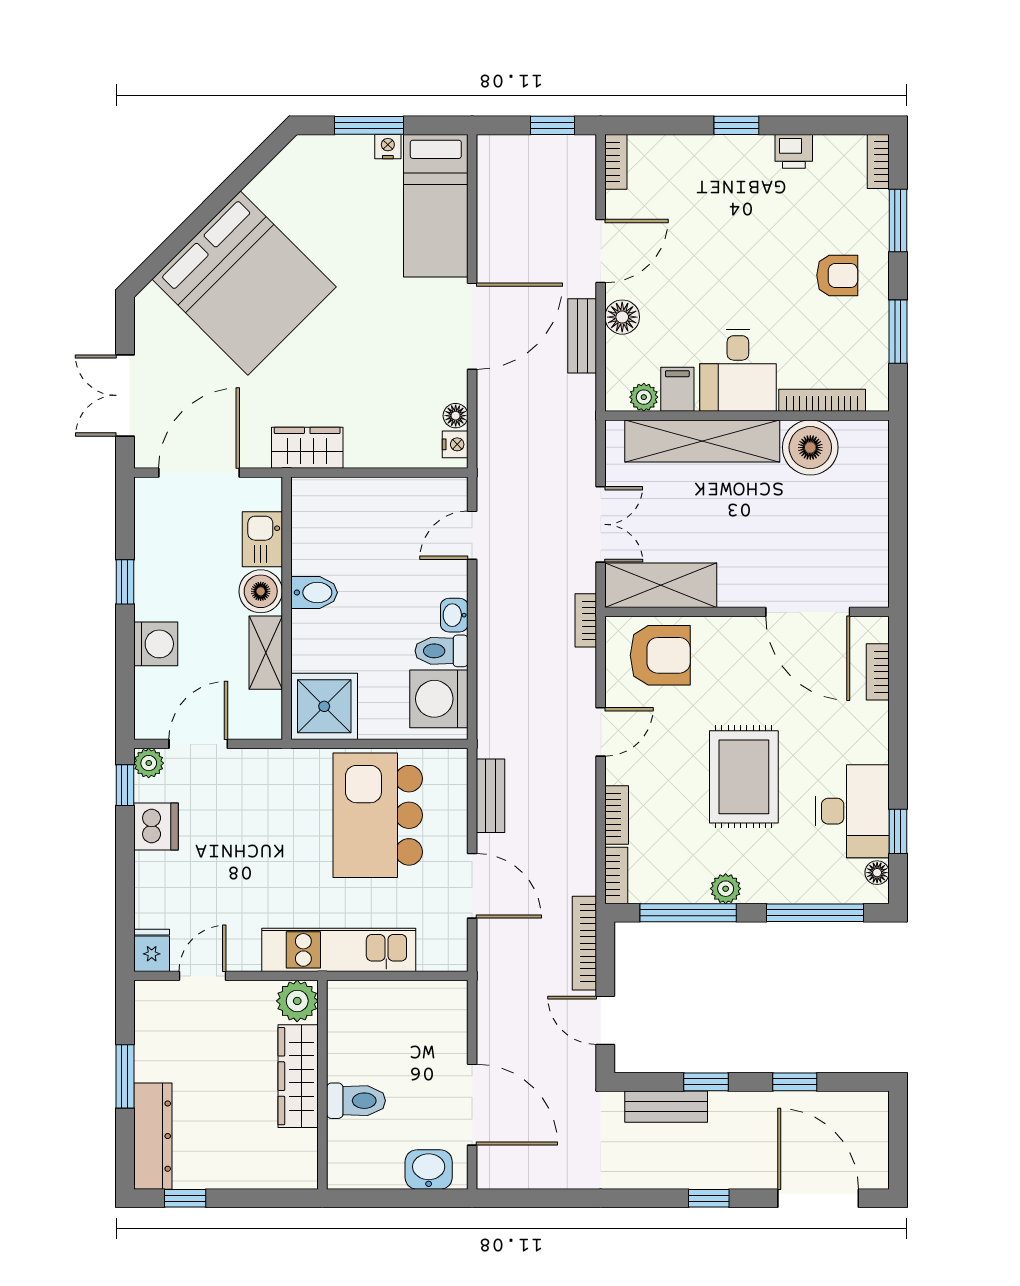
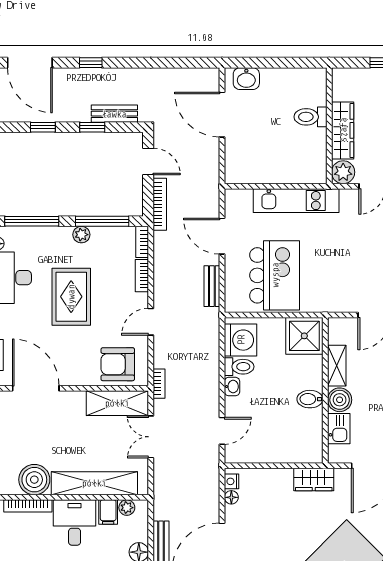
plant: (297, 1001) -> (343, 172), moved
wardrobe: (298, 1076) -> (343, 130), moved
wall: (322, 1085) -> (329, 126), moved
toilet: (356, 1101) -> (310, 117), moved

